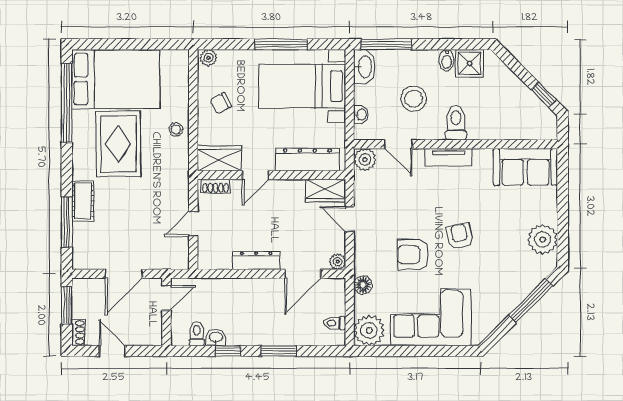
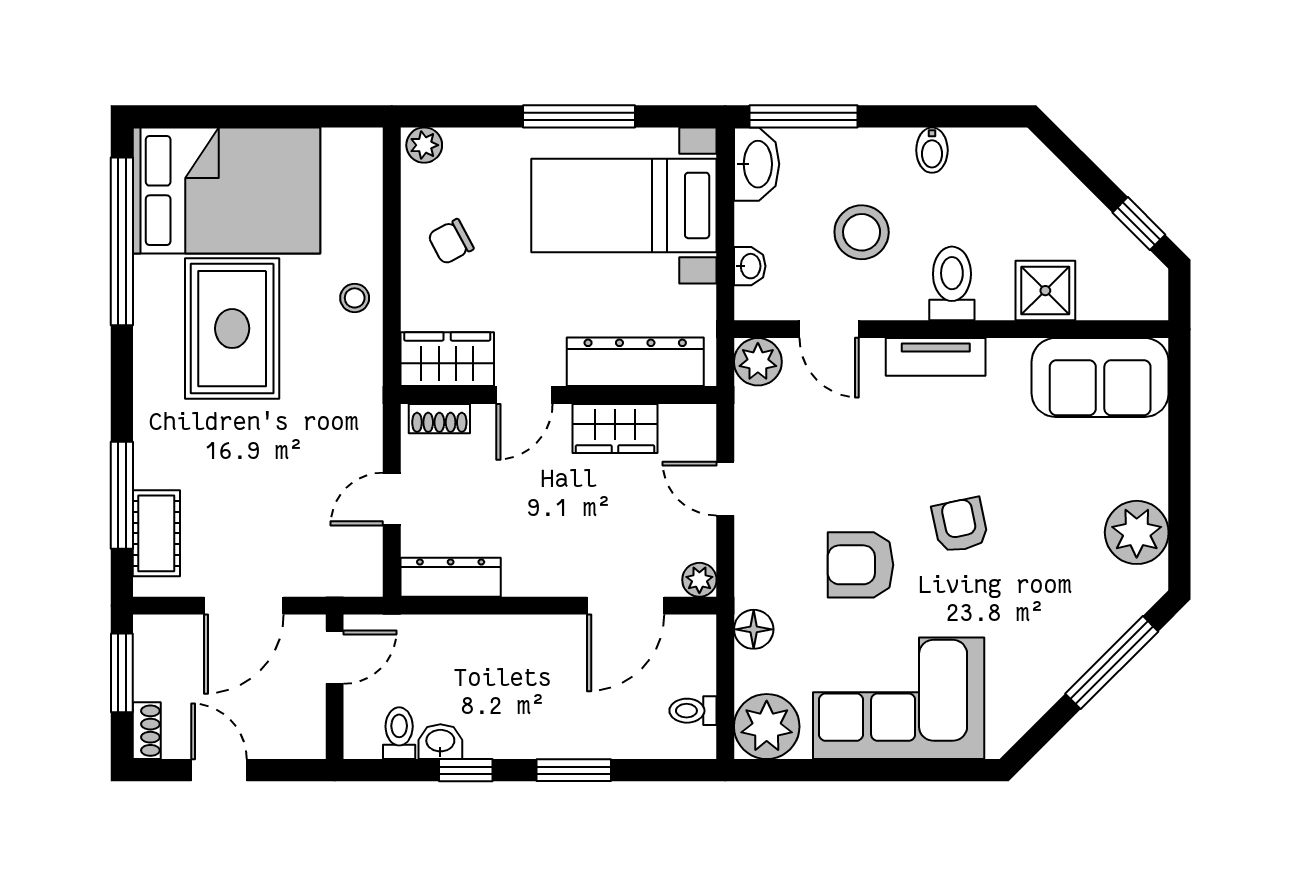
shower: (469, 63) -> (1045, 291), moved
wardrobe: (326, 191) -> (615, 428), moved
cot: (83, 201) -> (156, 533), moved
dresser: (256, 260) -> (451, 577), moved

